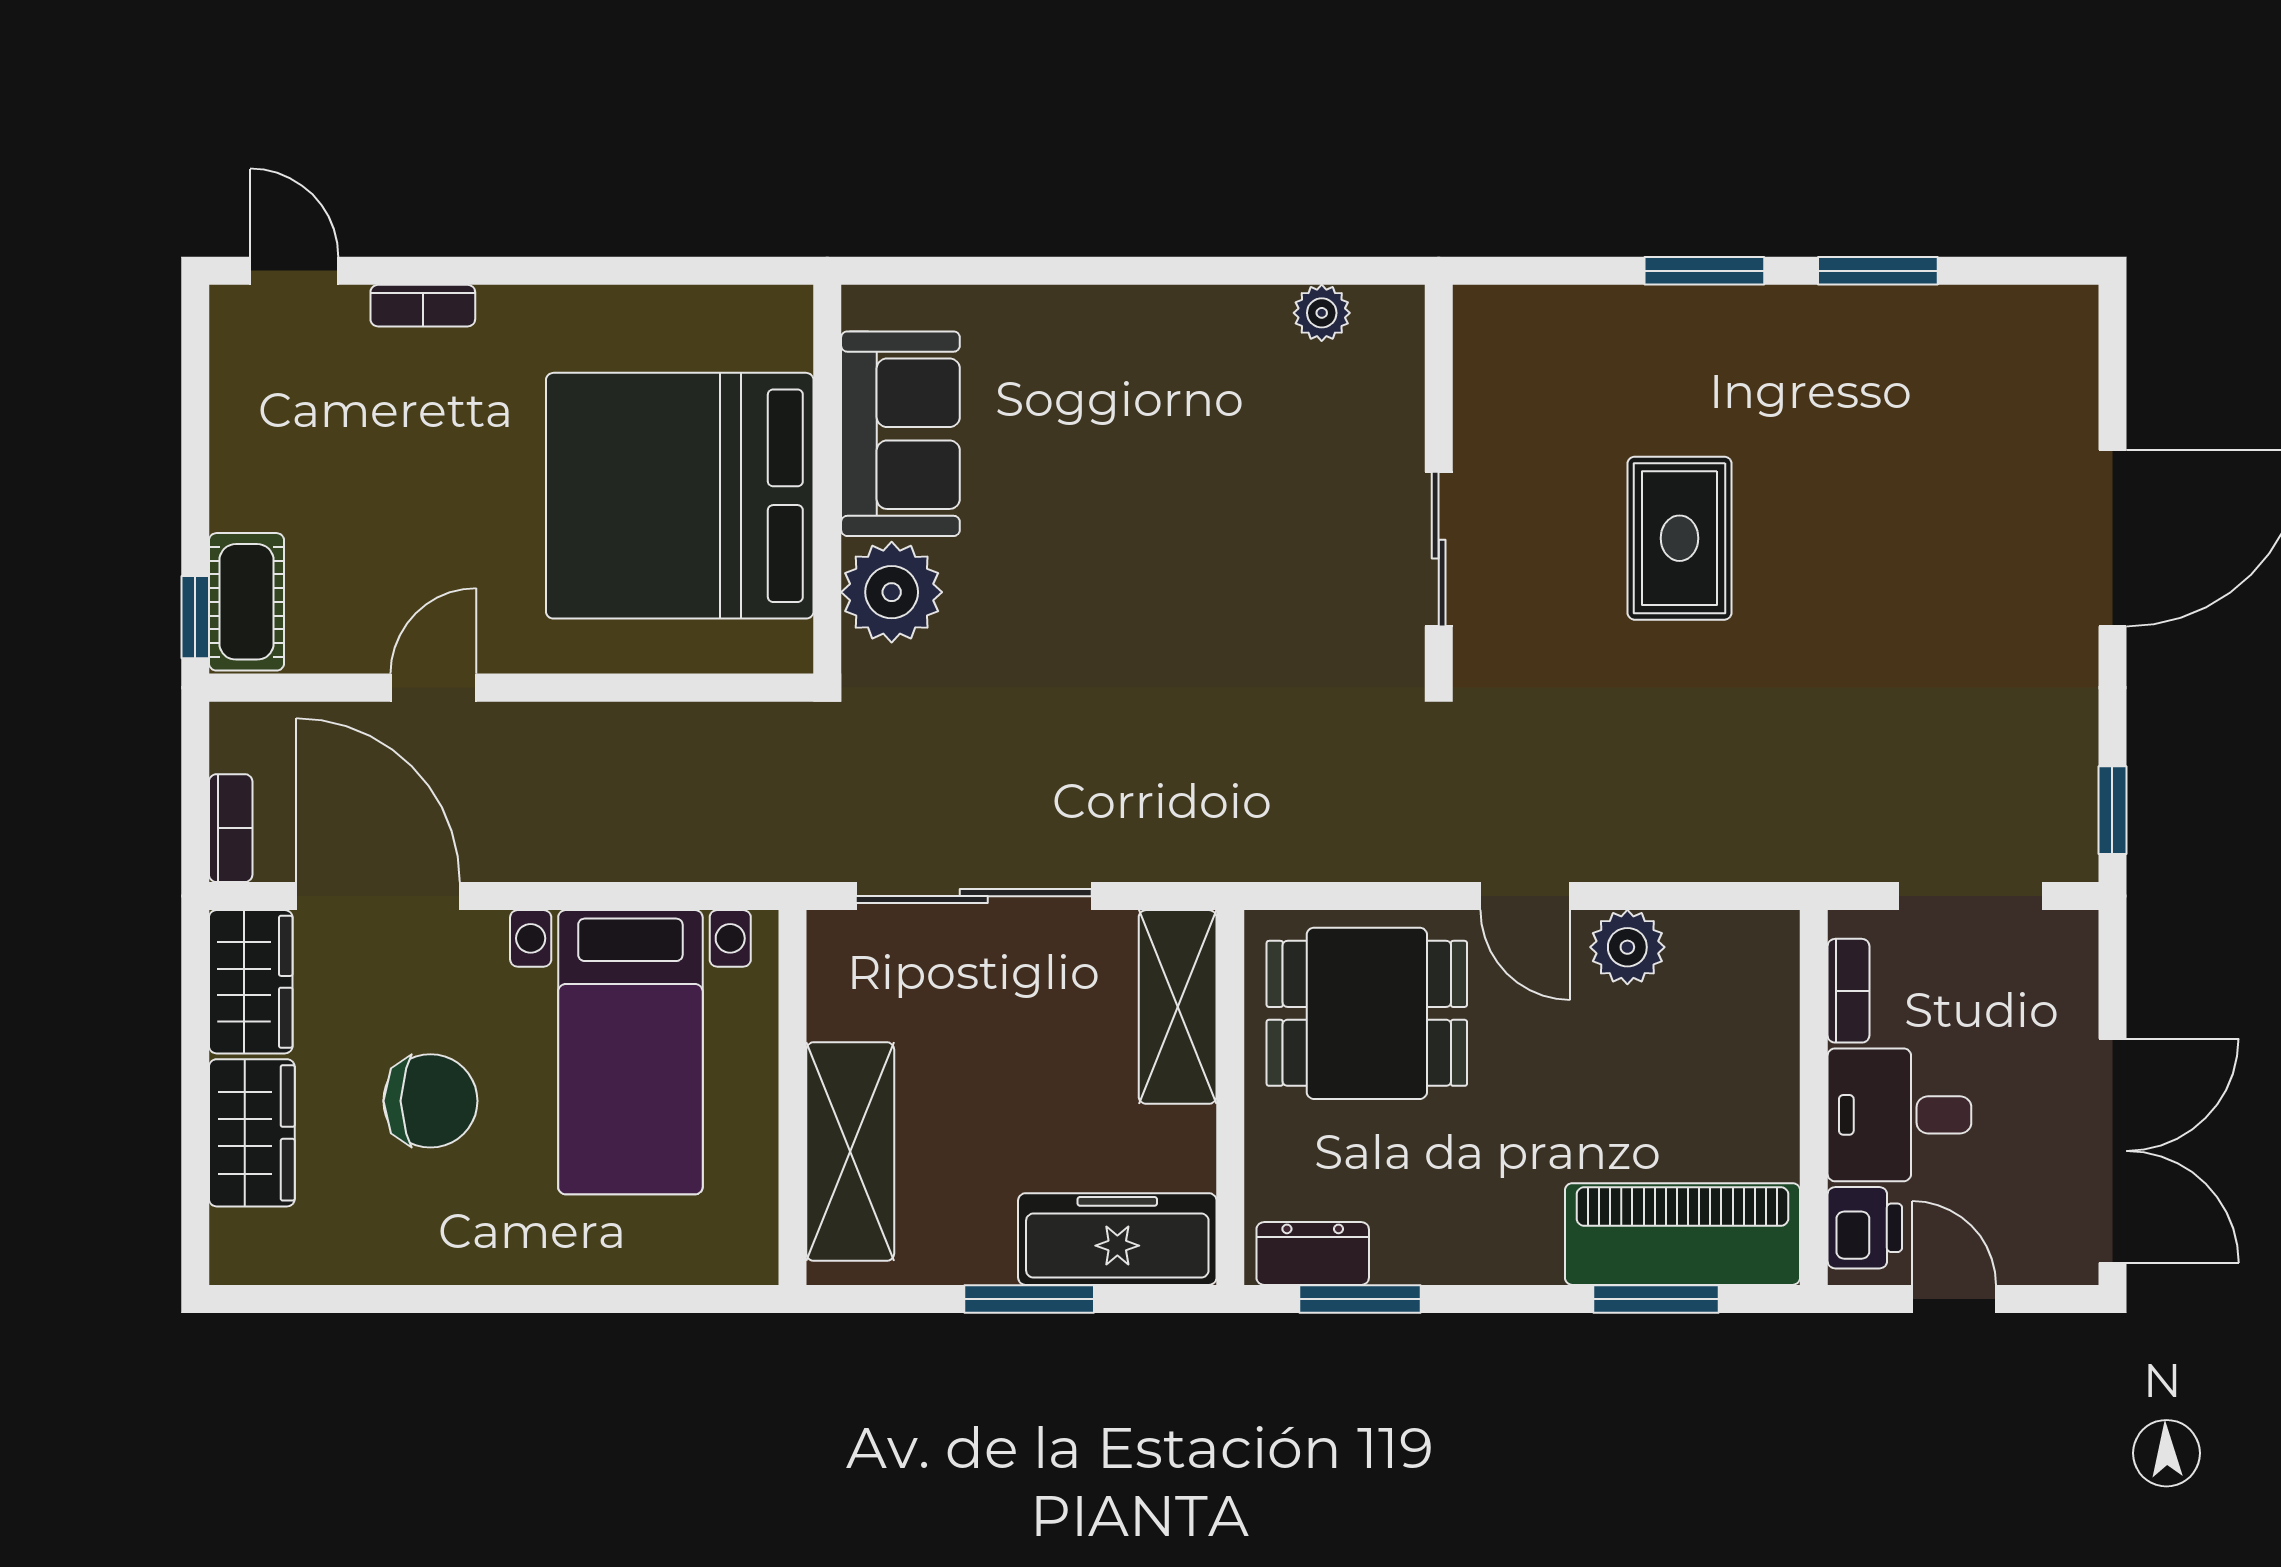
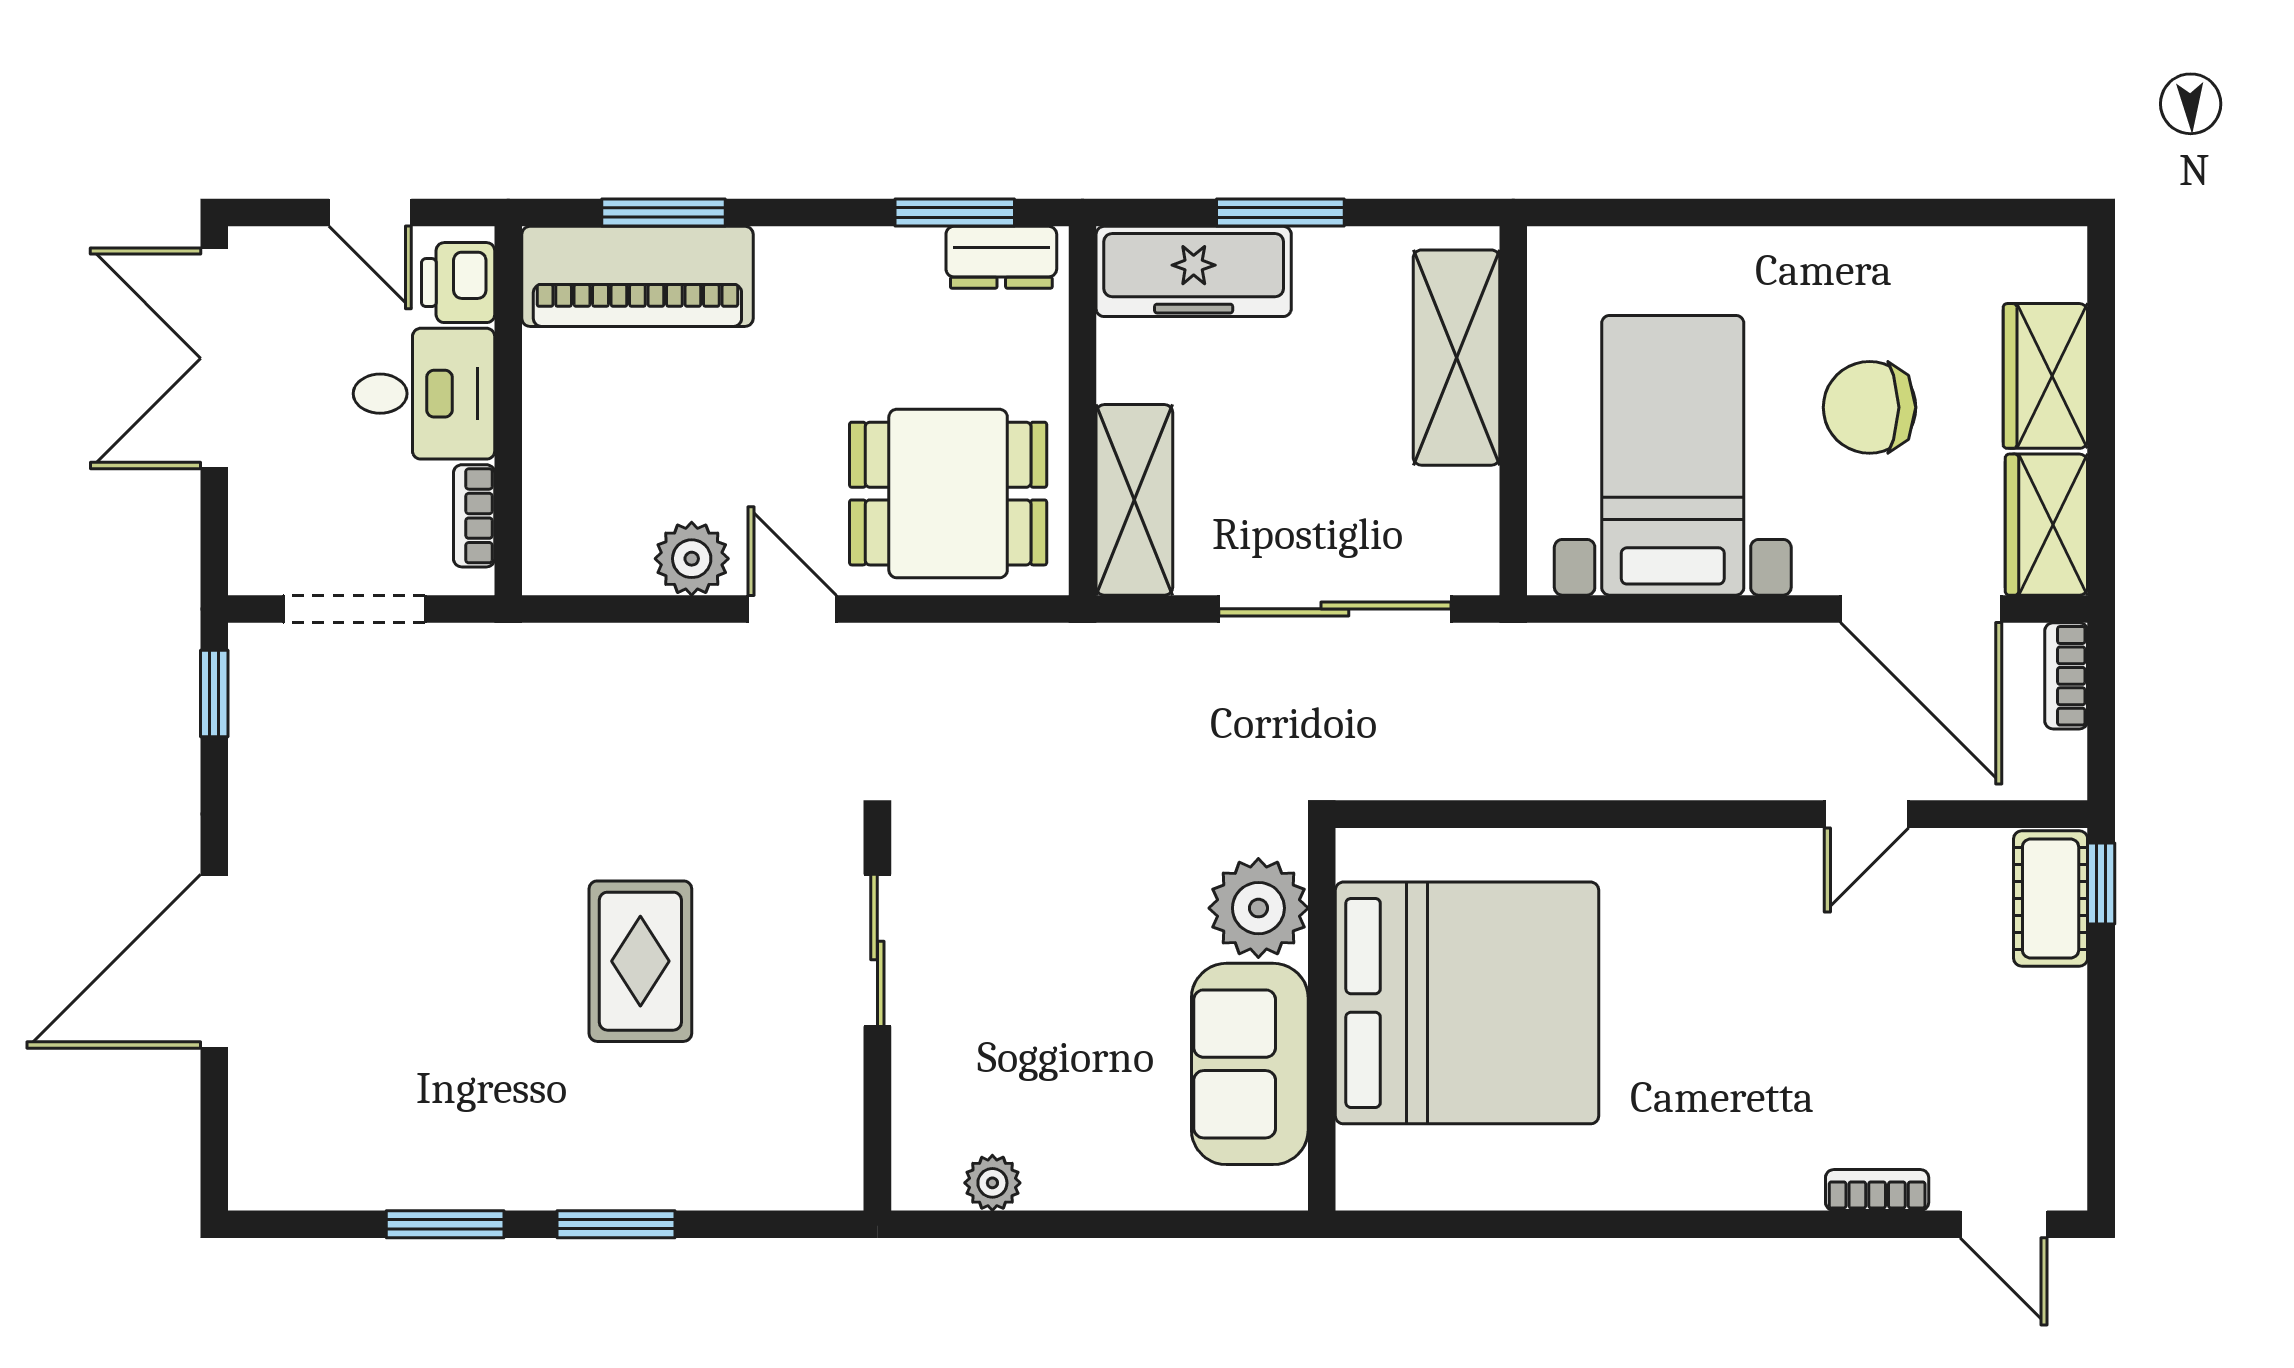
sofa: (900, 434) -> (1250, 1064), moved
wall: (827, 479) -> (1322, 1019), moved
bed: (680, 496) -> (1467, 1003), moved
plant: (892, 592) -> (1258, 908), moved

